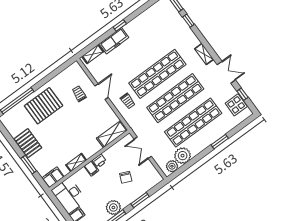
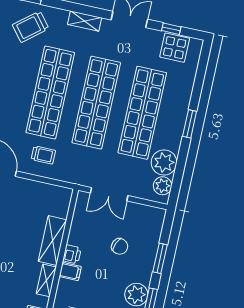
trolley: (176, 34) -> (31, 27), added
shelving: (112, 134) -> (52, 240), moved
window: (220, 142) -> (190, 124), moved

